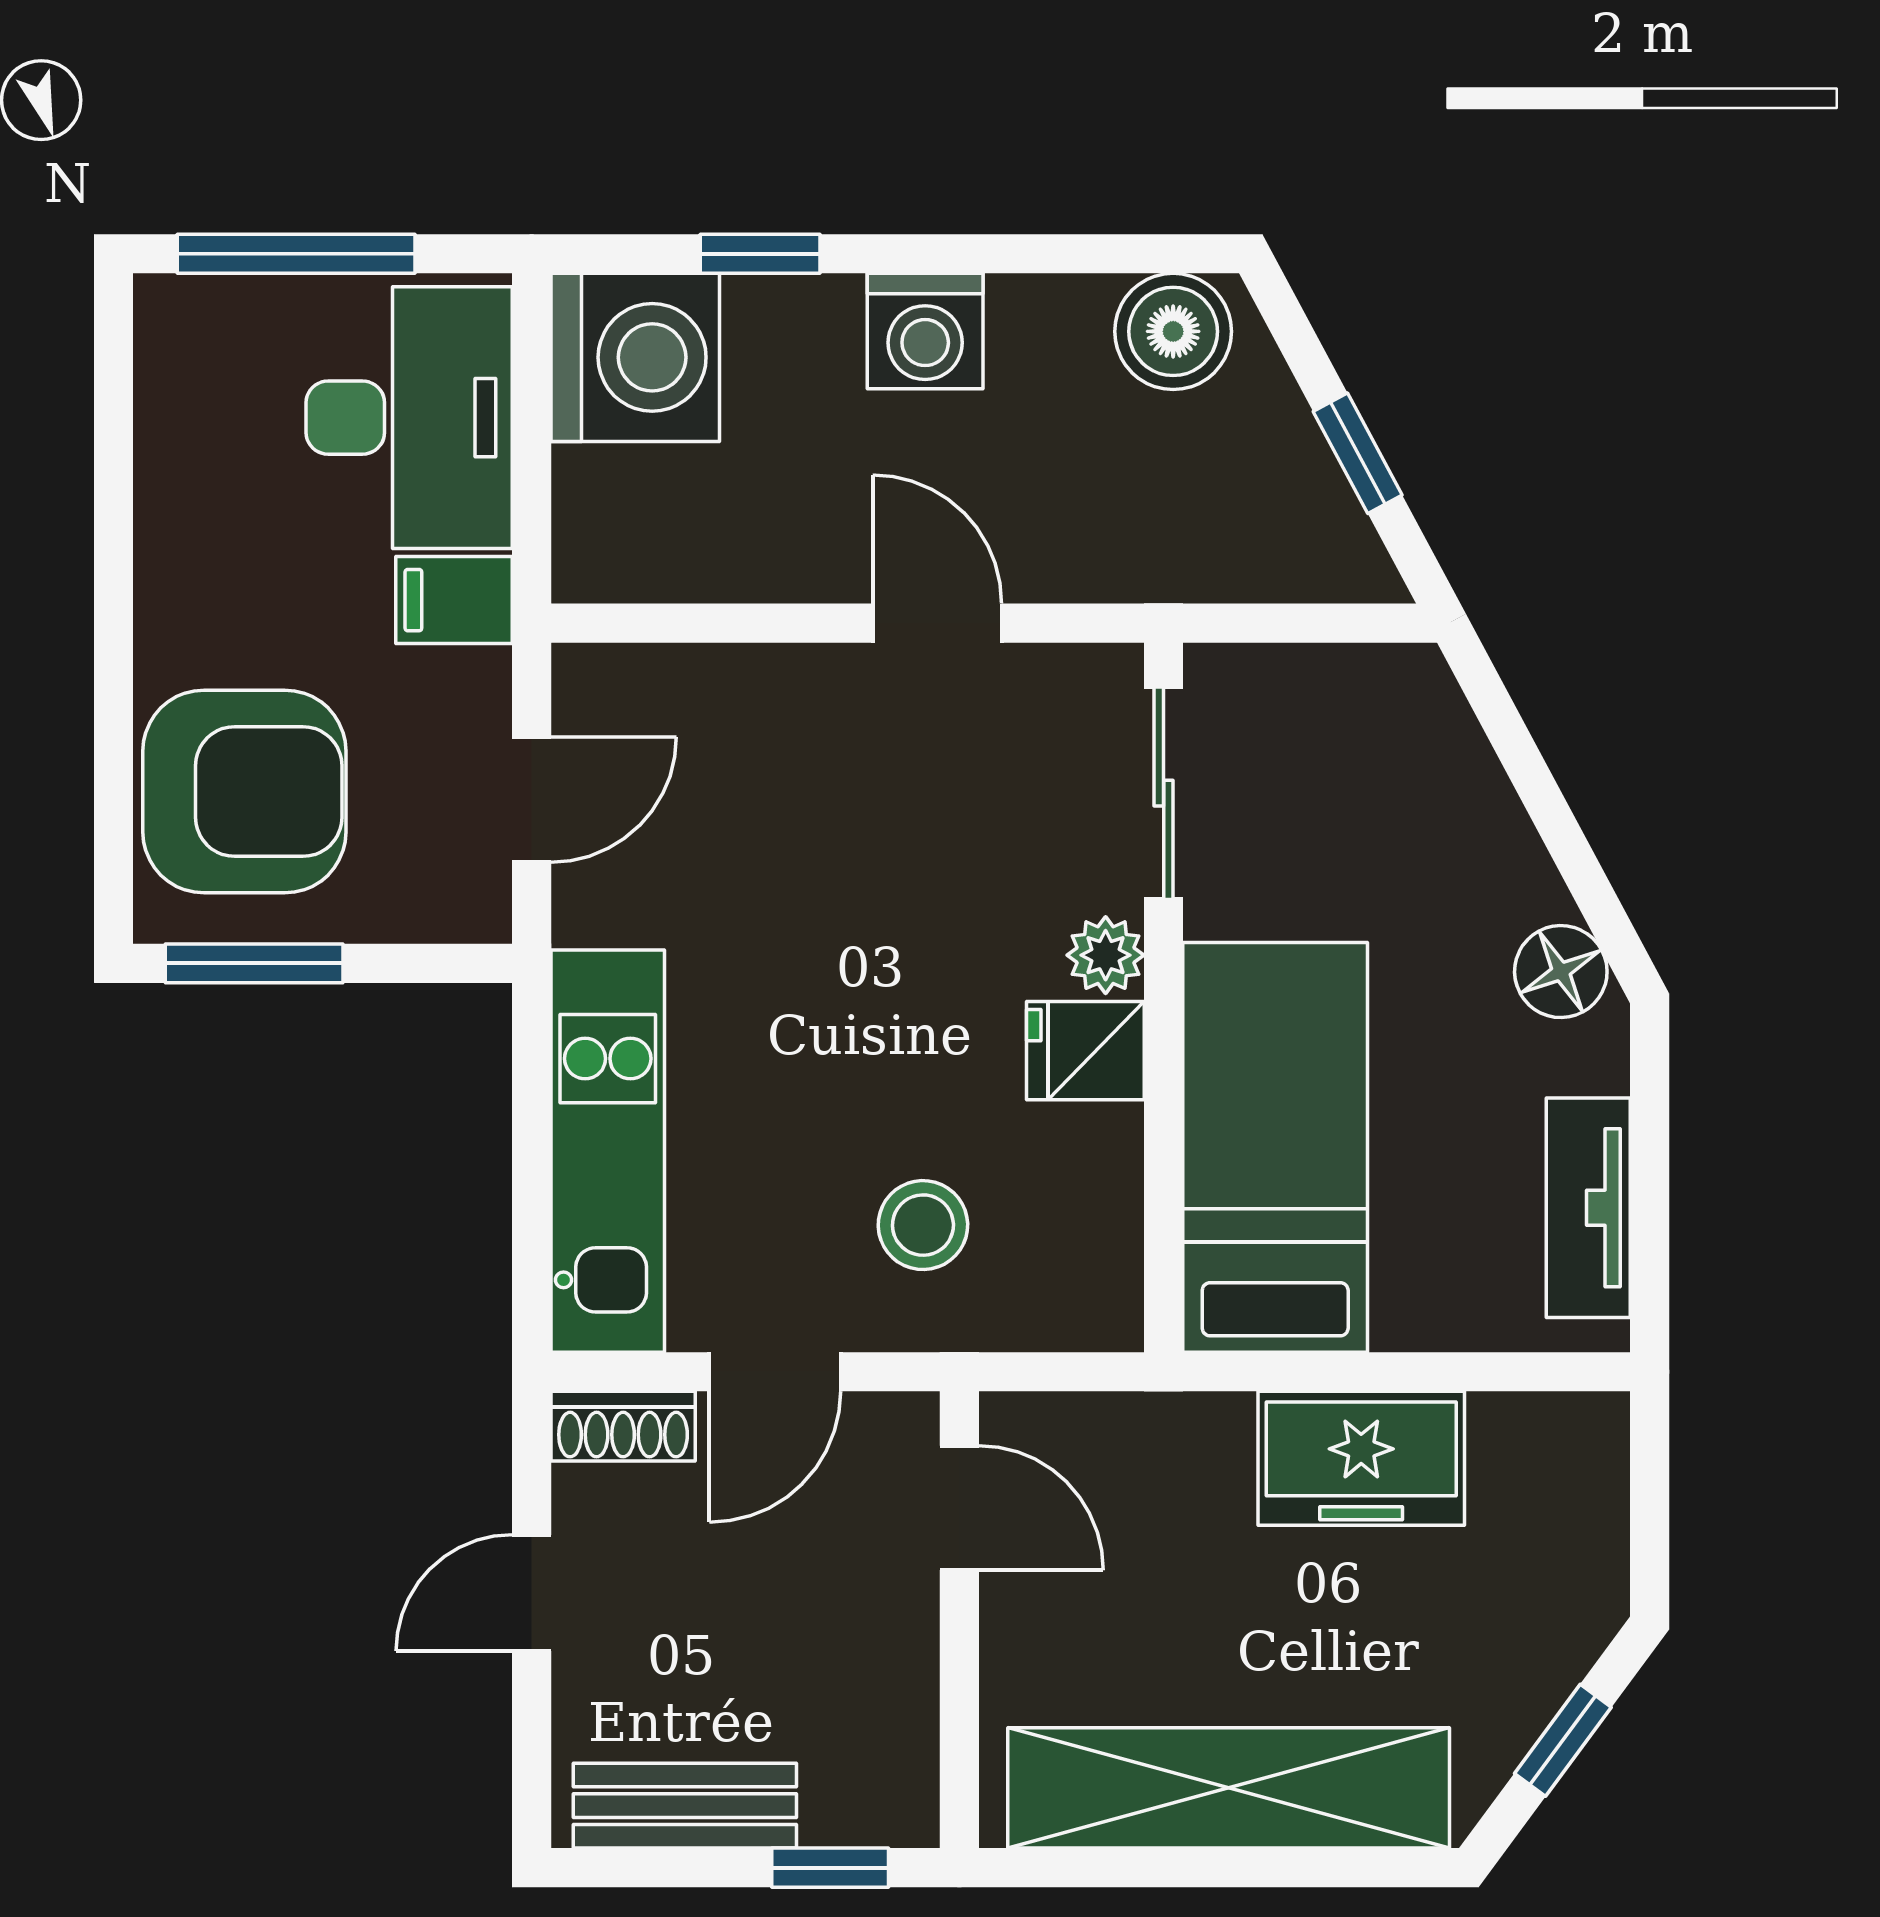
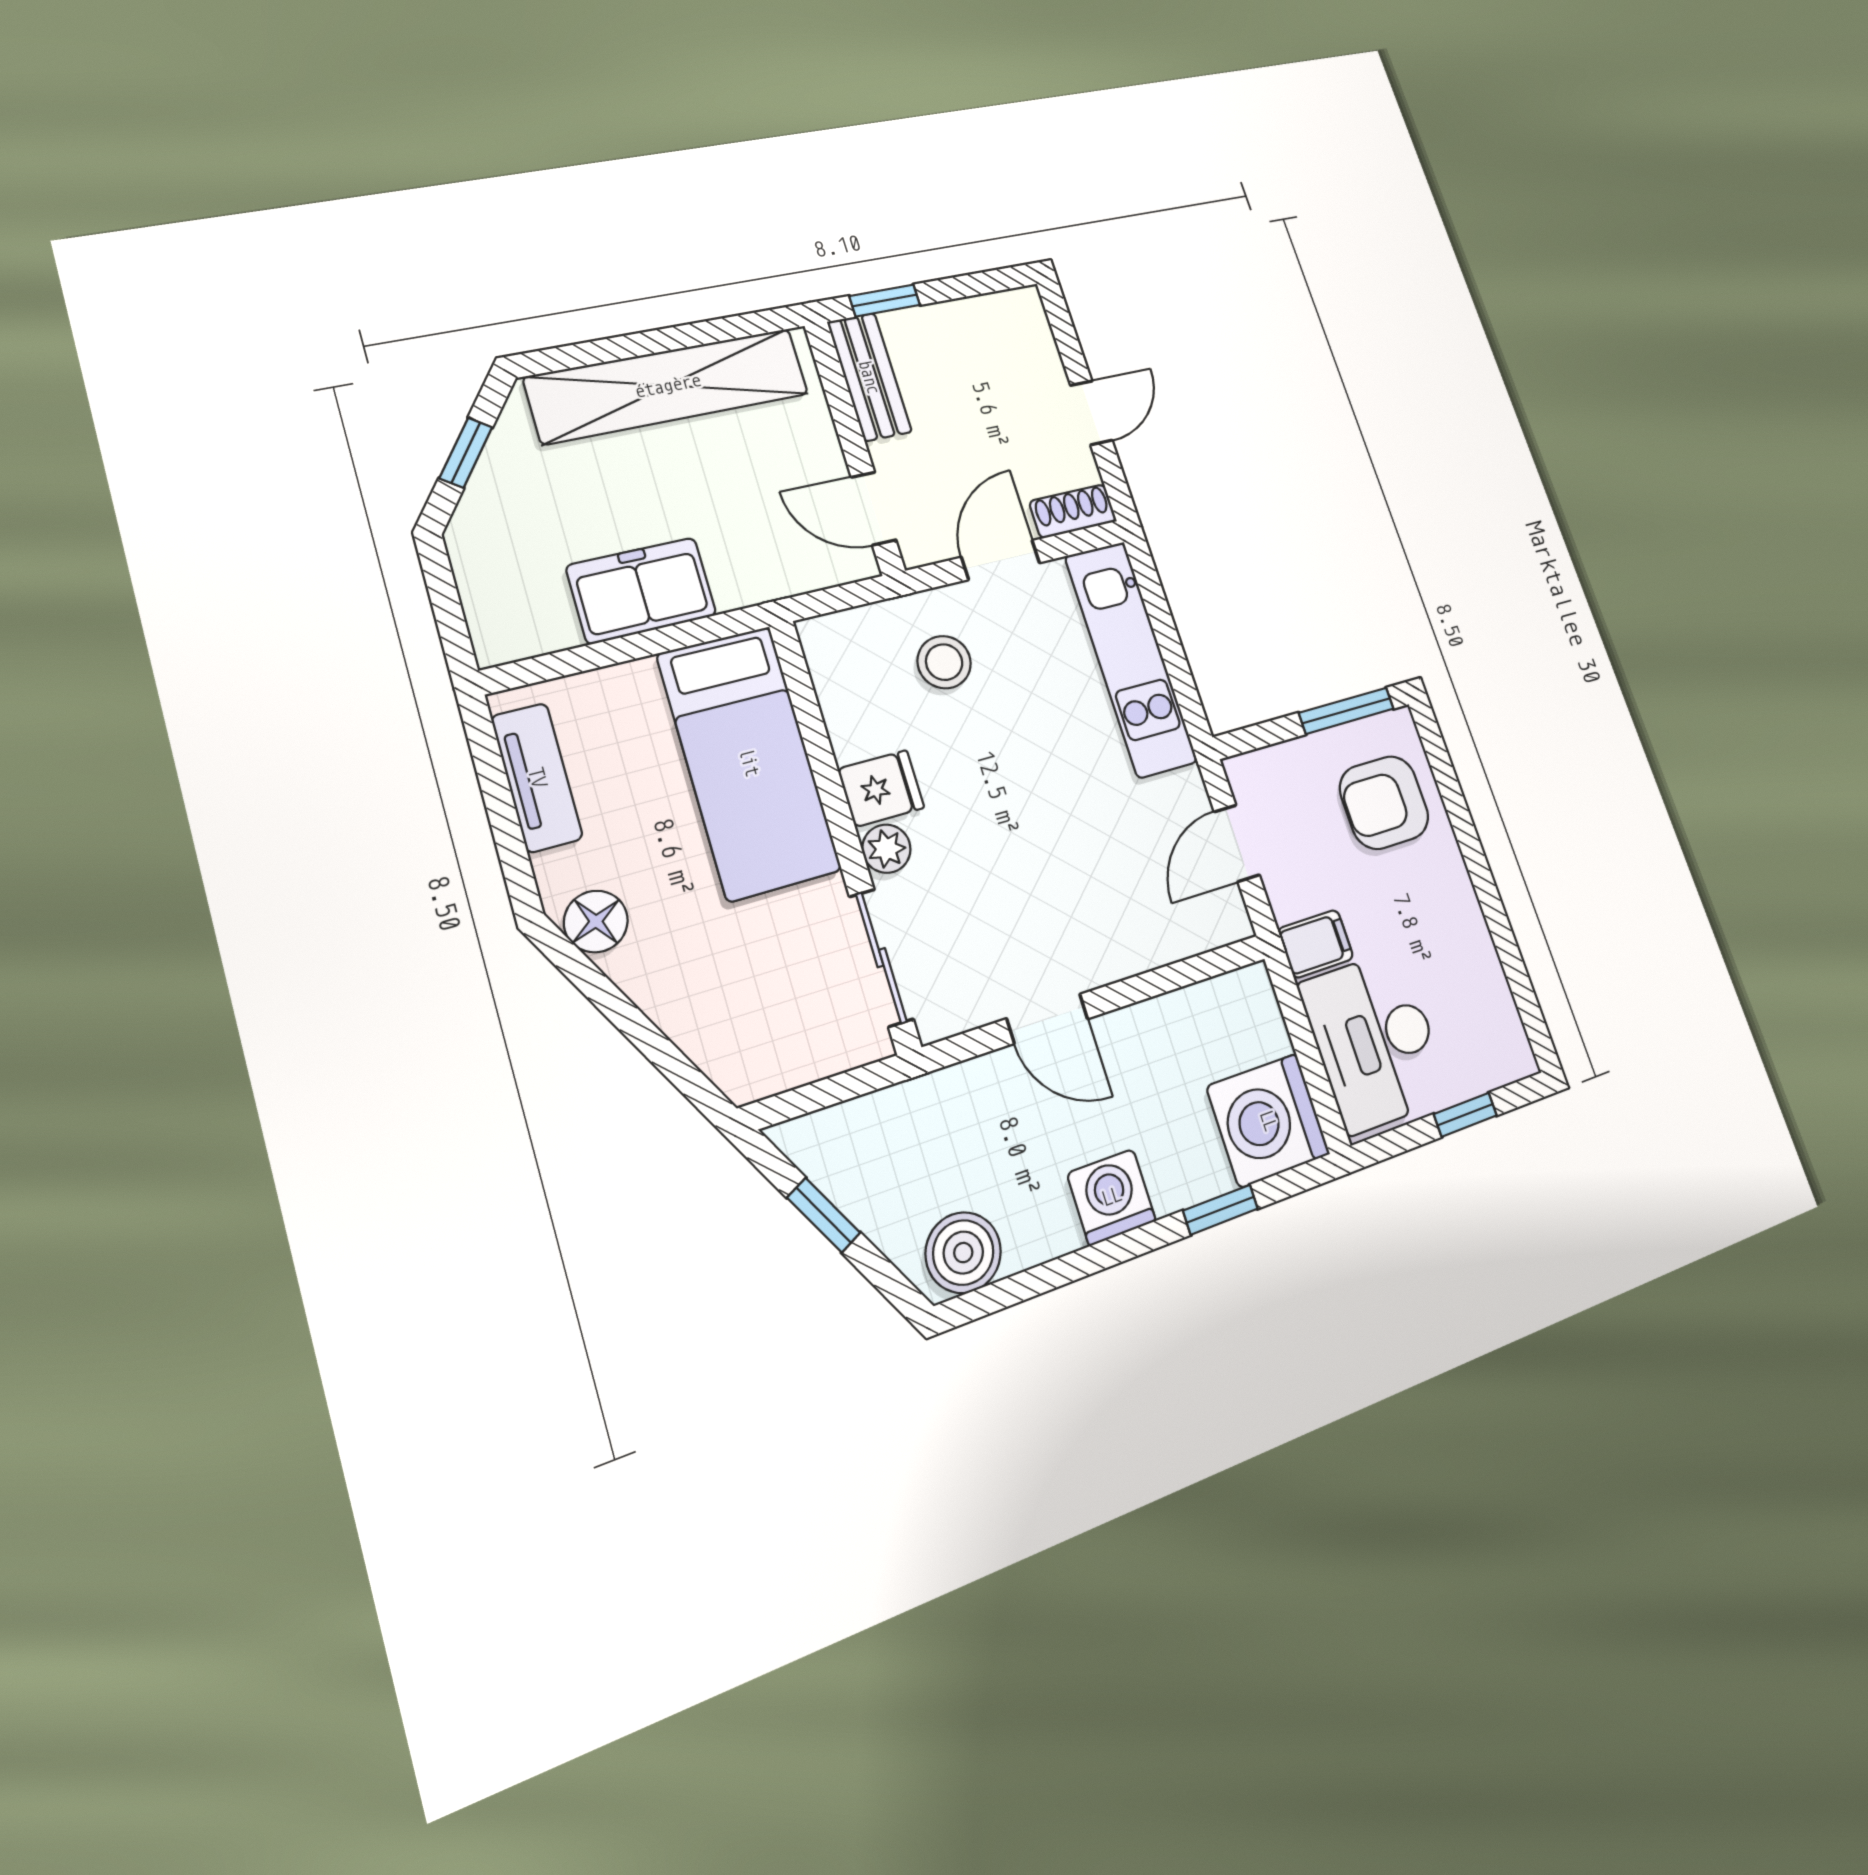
window: (296, 254) -> (1465, 1115), width x0.46
armchair: (244, 792) -> (1384, 802), width x0.73, depth x0.73
bench: (685, 1806) -> (869, 377), moved, turned 90

